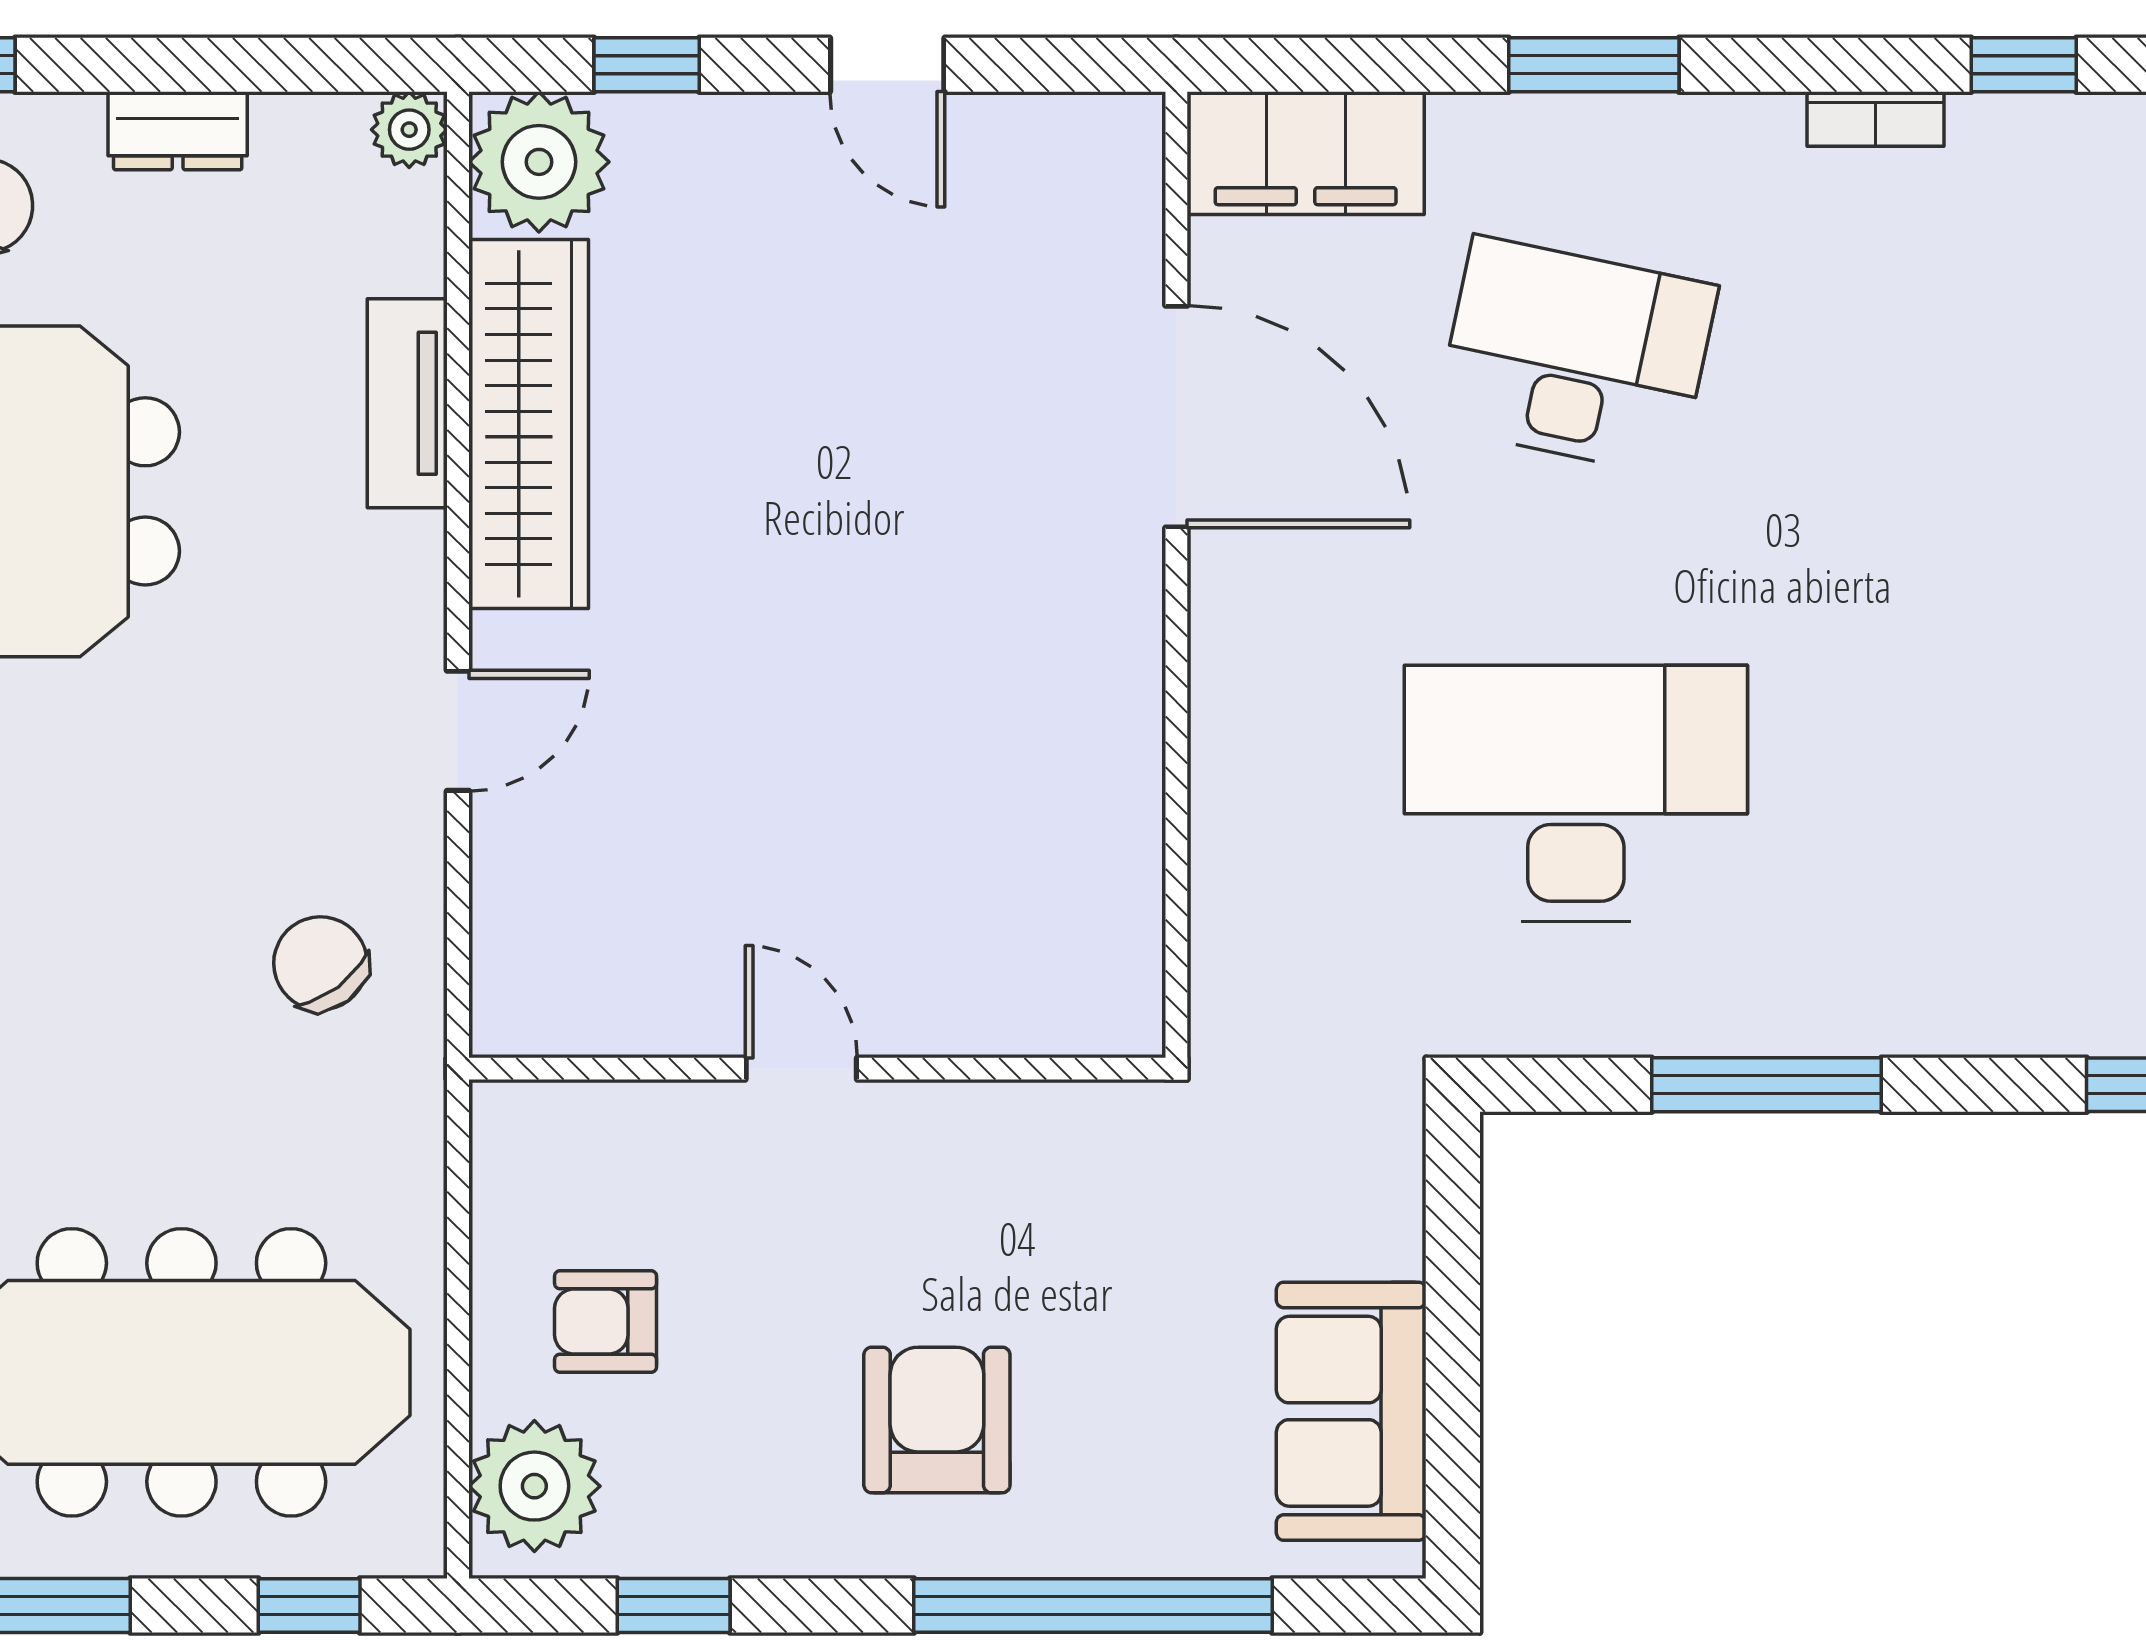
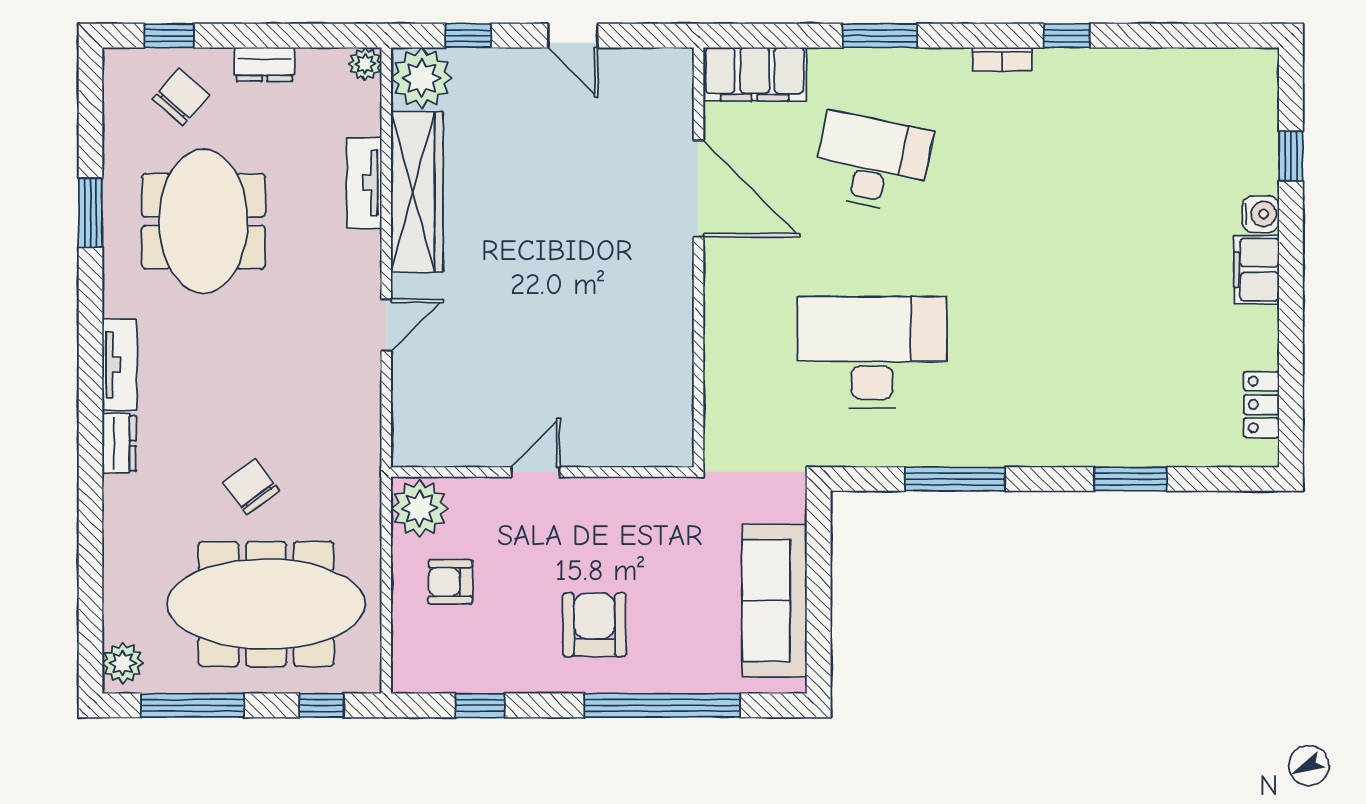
chair: (320, 963) -> (251, 487), moved
door: (801, 1069) -> (535, 472), hinge flipped
sofa: (1351, 1411) -> (775, 601), width x1.36
plant: (534, 1486) -> (419, 508), moved

